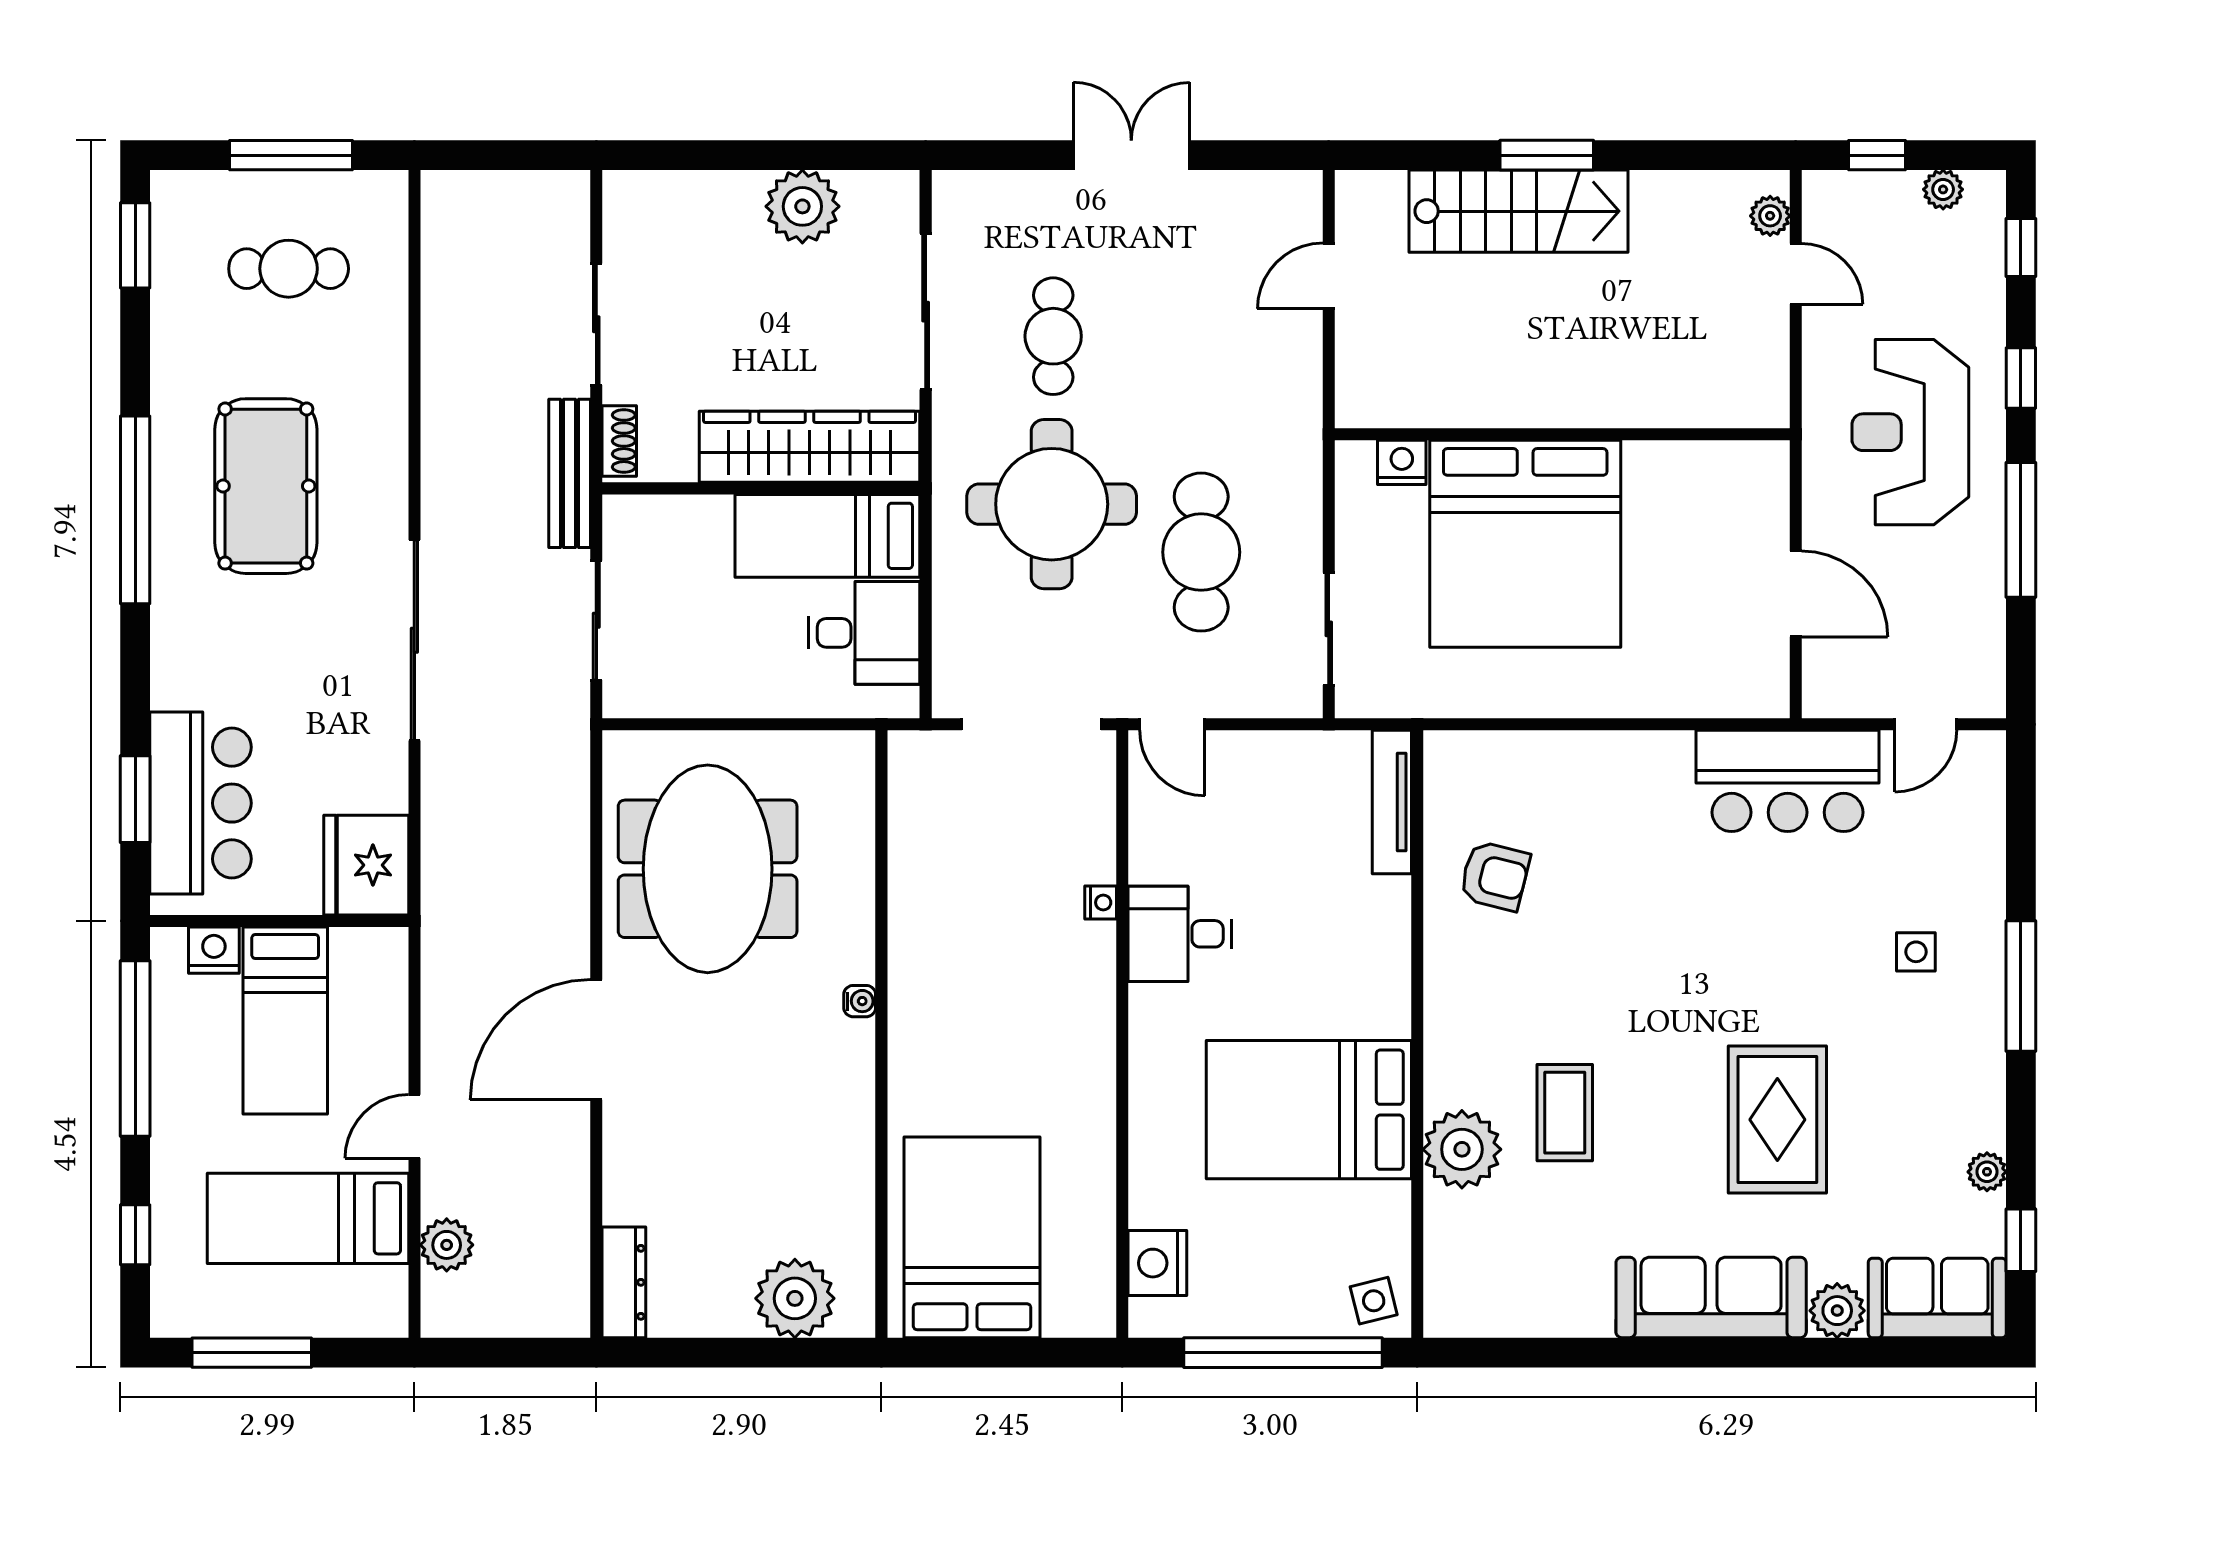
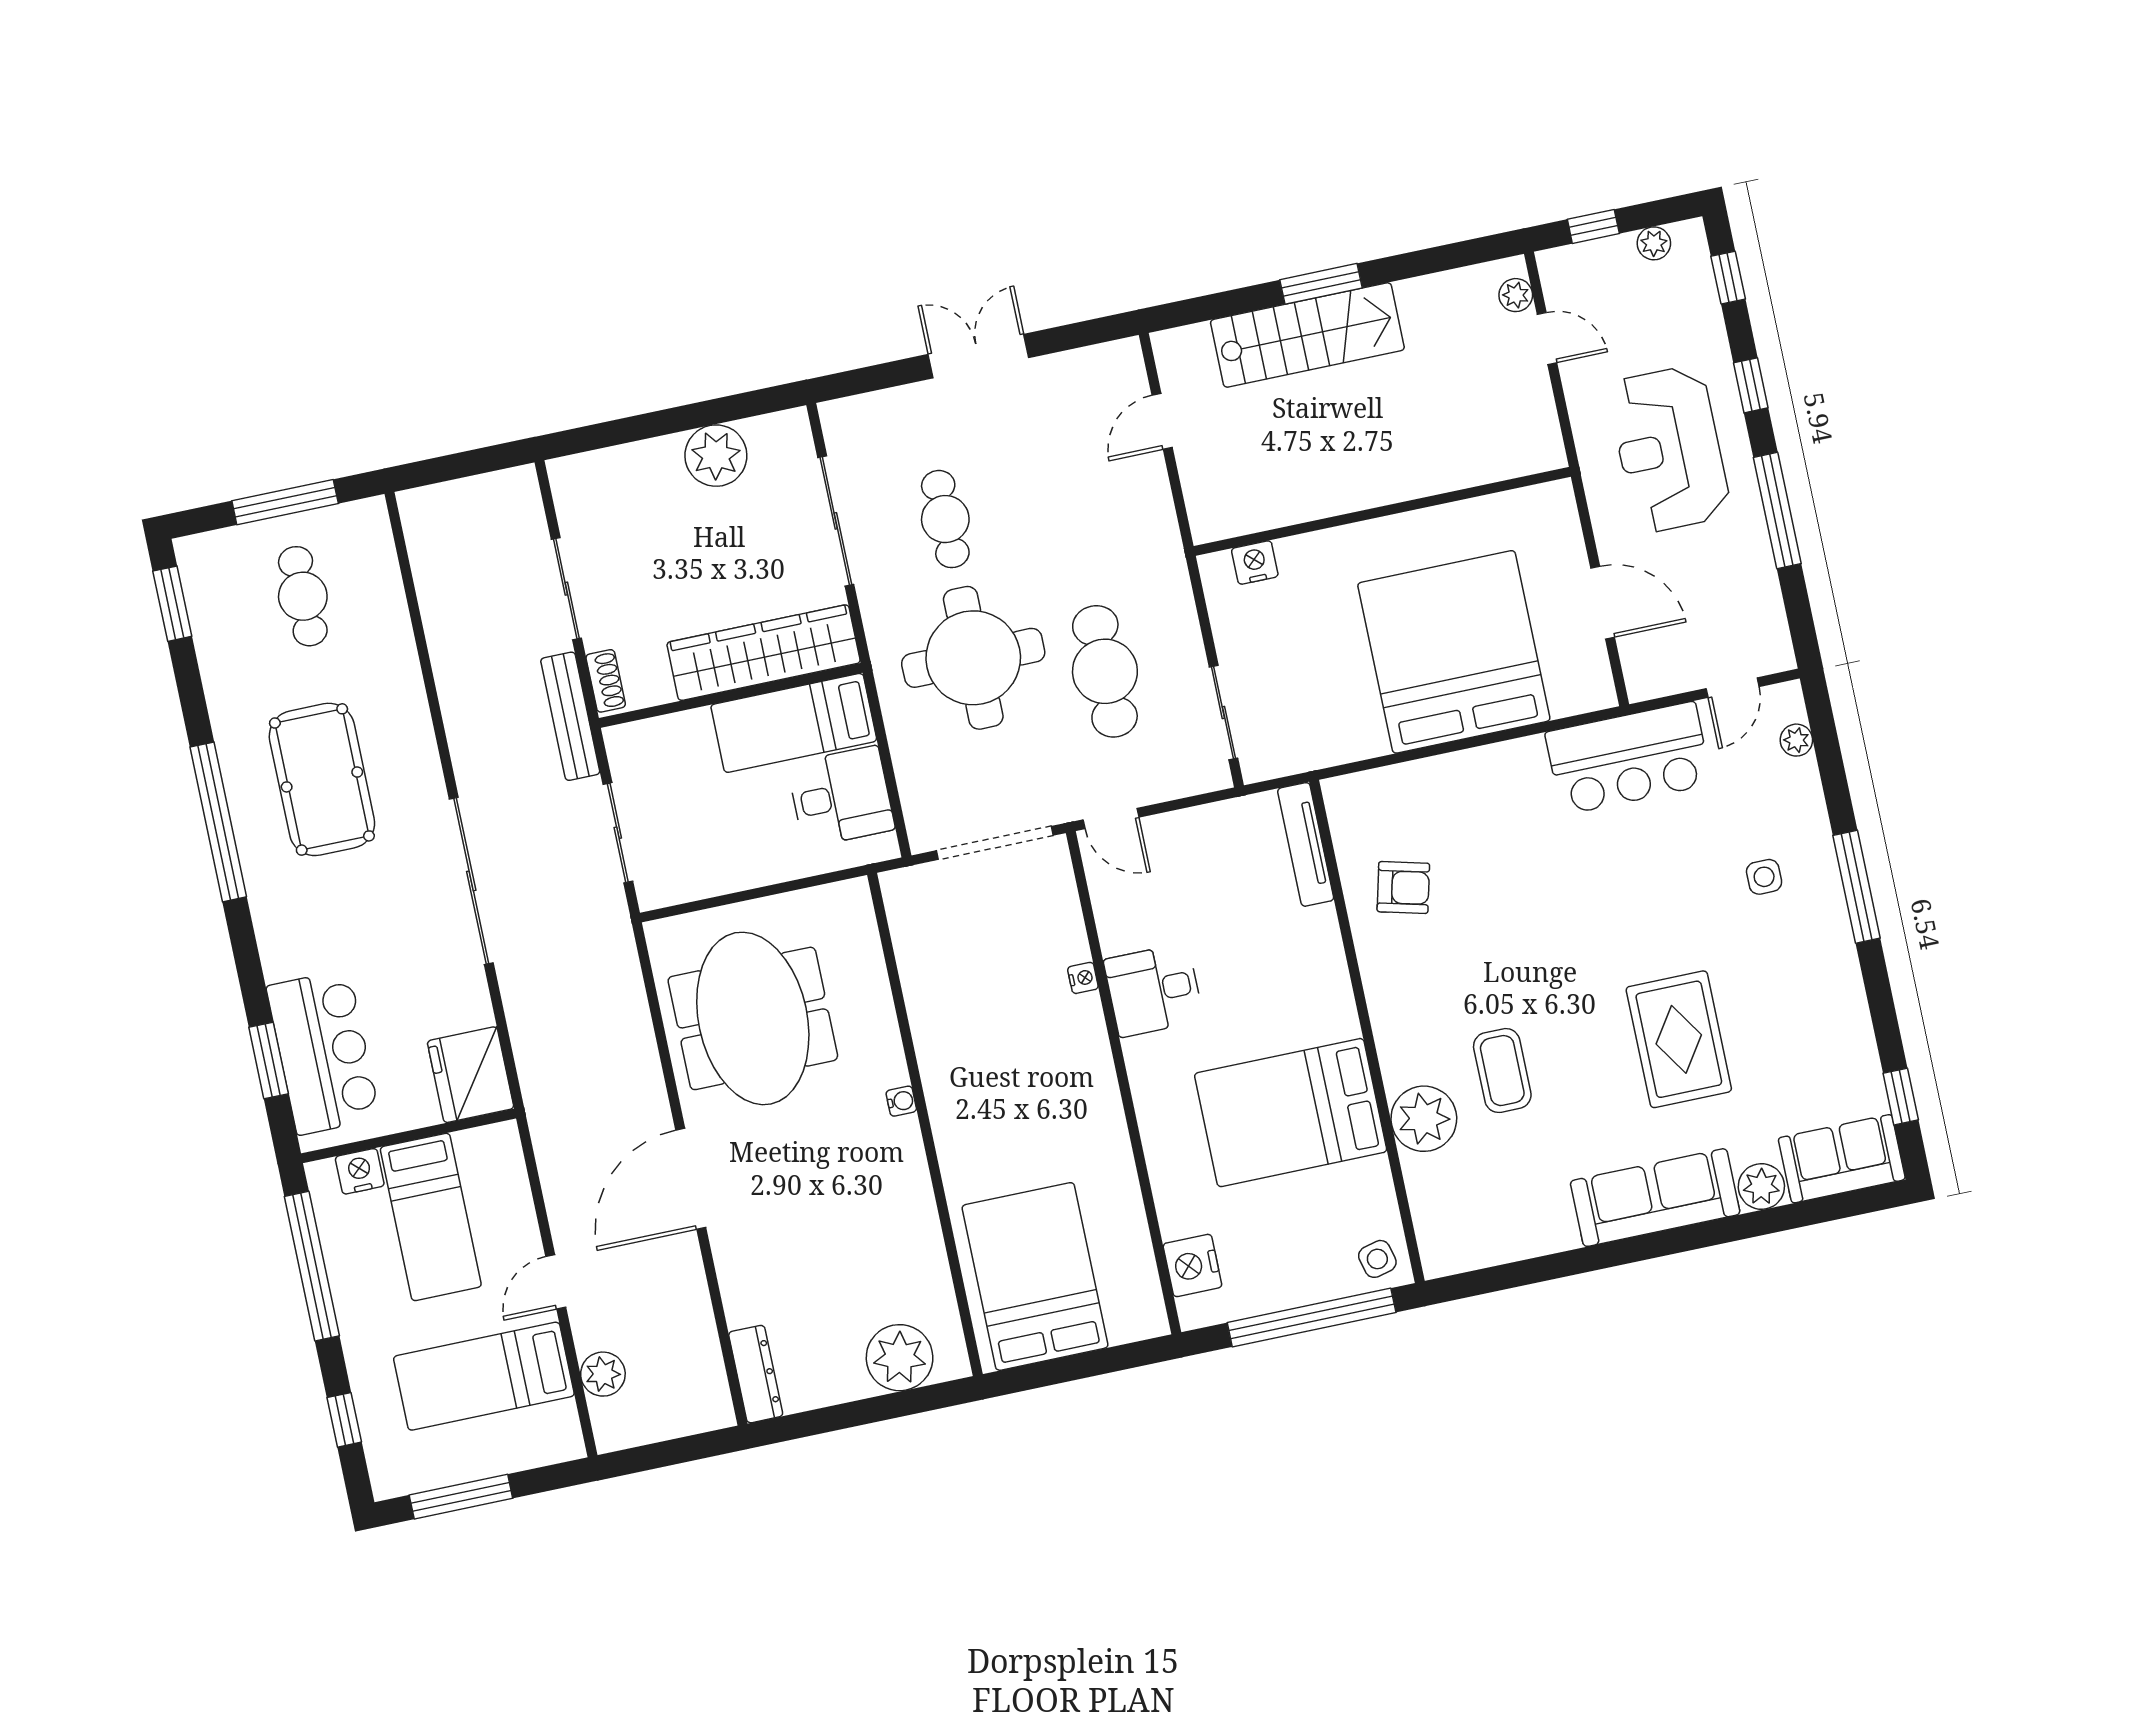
cafe table: (289, 269) -> (303, 596), turned 90
bed: (1525, 544) -> (1454, 652), moved, turned 180
plant: (1987, 1172) -> (1796, 740), moved

